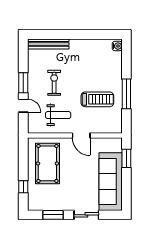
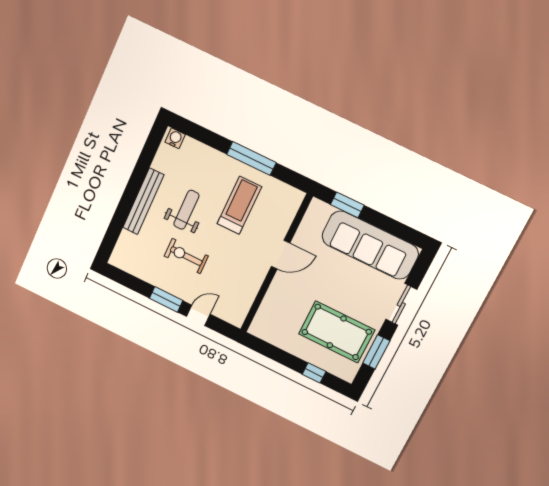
bench: (48, 44) -> (143, 201), moved
weight bench: (58, 115) -> (186, 210), moved
pool table: (47, 163) -> (337, 332), moved

